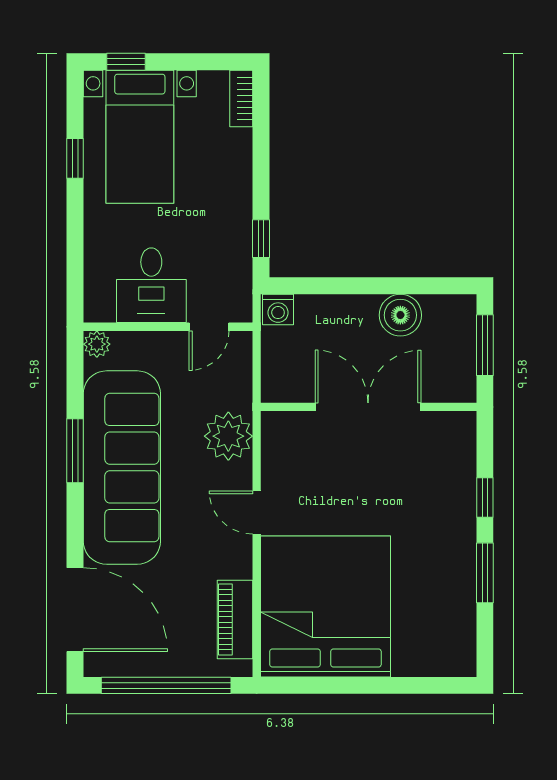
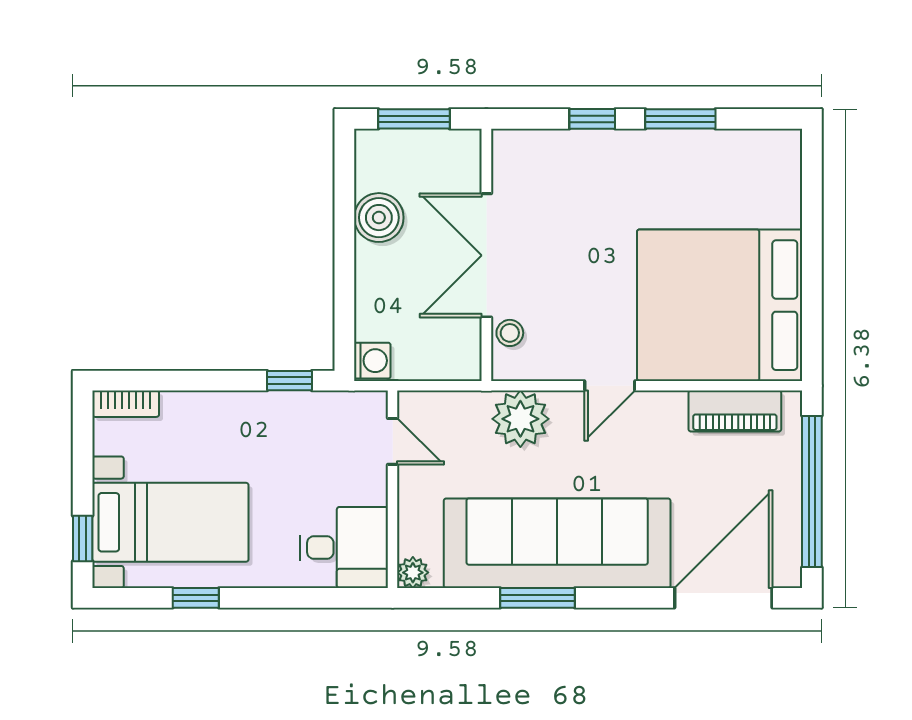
desk: (151, 285) -> (344, 548), moved
stool: (302, 427) -> (510, 333), added

